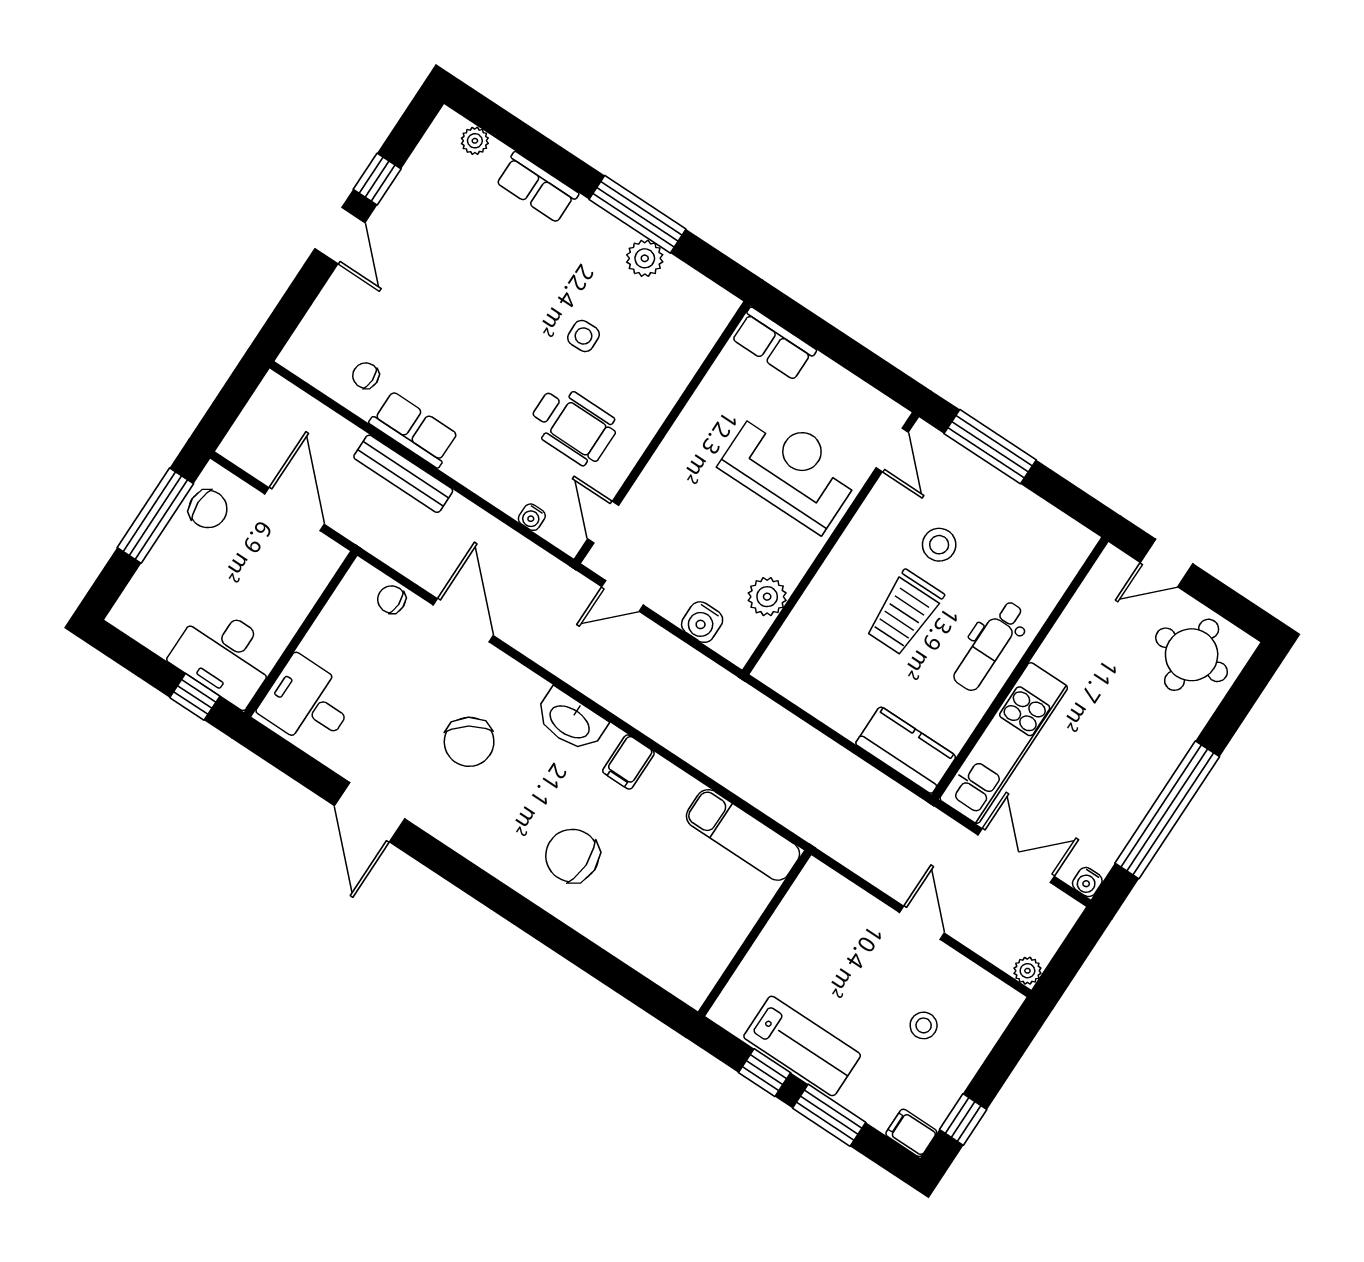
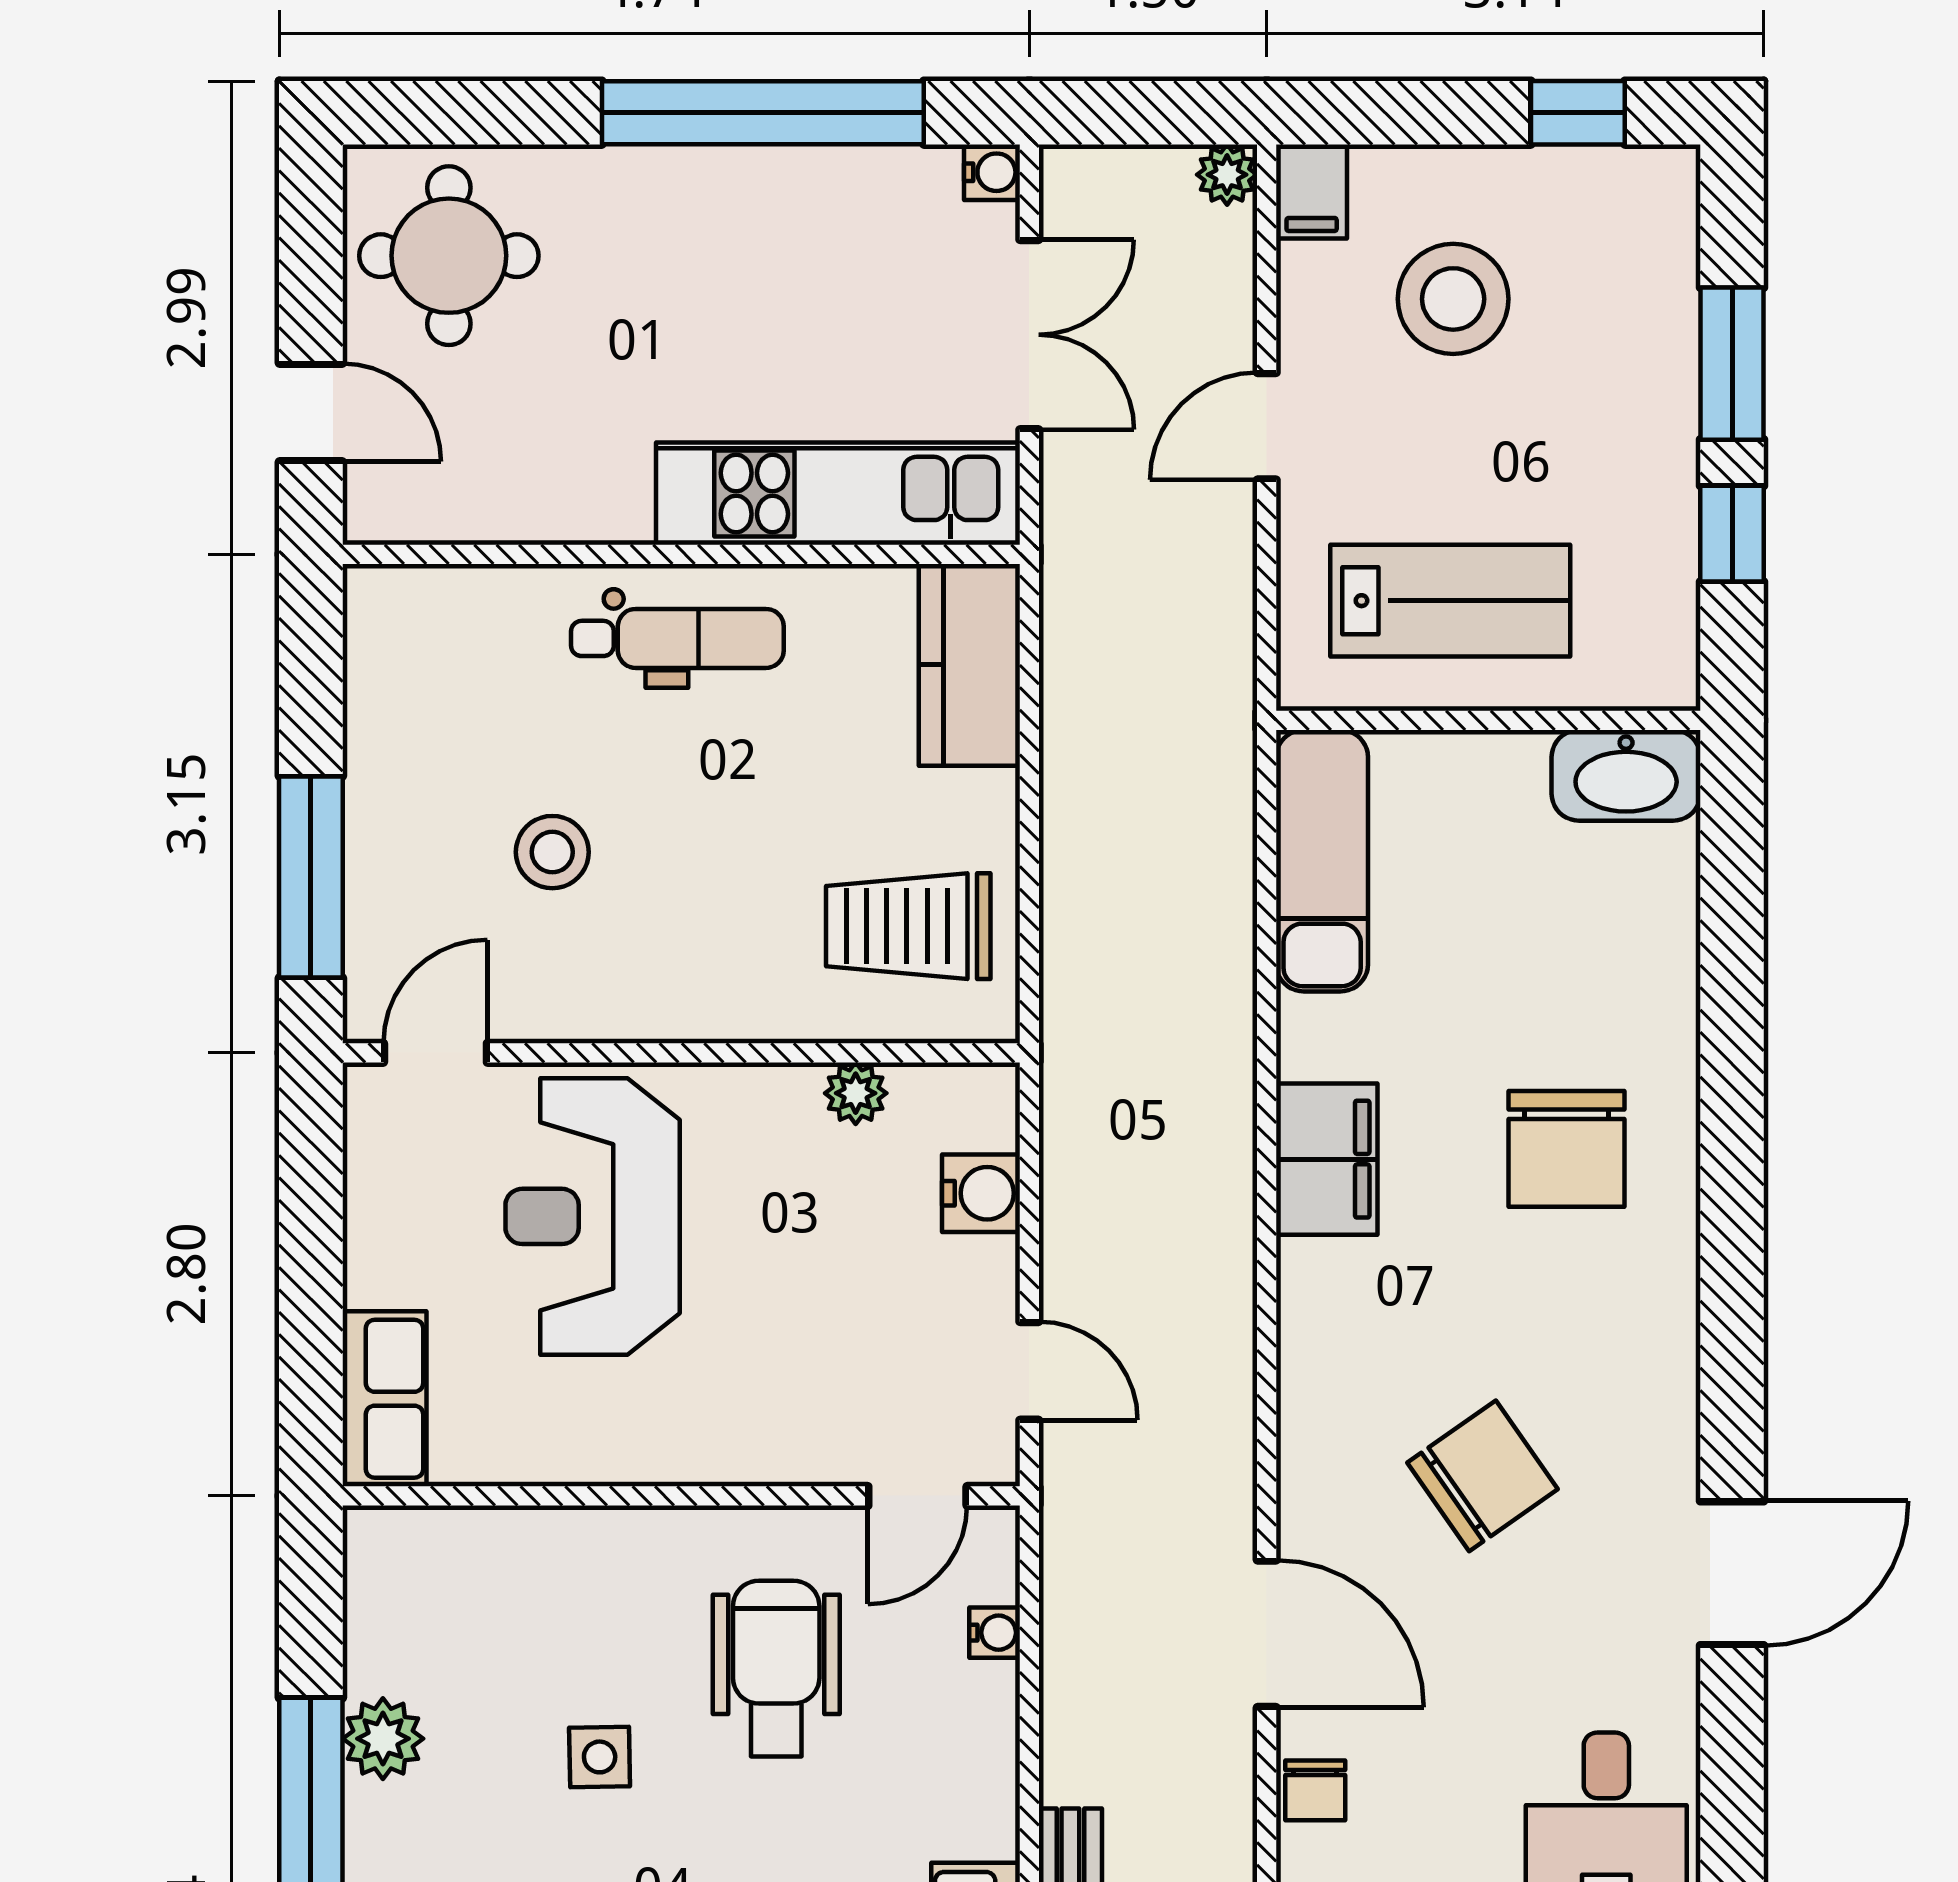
plant: (767, 597) -> (856, 1093), width x0.73, depth x0.73
trolley: (905, 613) -> (908, 926), moved, turned 180
door: (463, 620) -> (1267, 1634), swing flipped
washbasin: (570, 721) -> (1626, 775), moved, turned 90
filing cabinet: (628, 762) -> (1327, 1159), width x2.00
double door: (1016, 856) -> (1029, 335), swing flipped
stool: (924, 1025) -> (1453, 299), width x1.89, depth x1.89
lab bench: (802, 1046) -> (1450, 601), moved, turned 90
filing cabinet: (911, 1133) -> (1312, 192), moved

